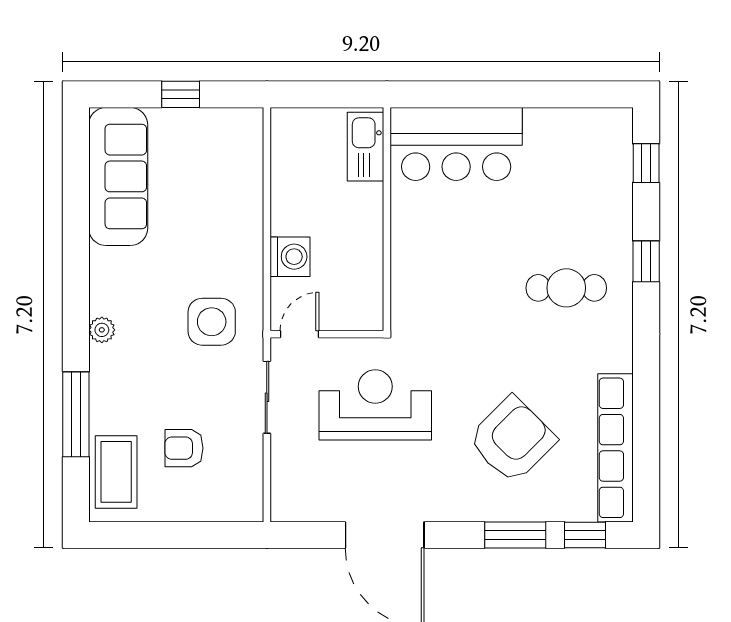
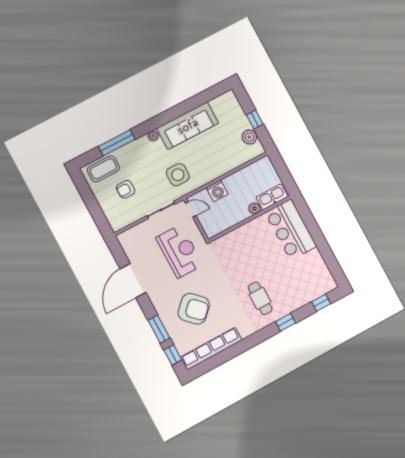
plant: (212, 126) -> (249, 137), added
sofa: (118, 176) -> (188, 126), moved
boiler: (370, 197) -> (255, 208), added
armchair: (184, 448) -> (126, 189), turned -90

